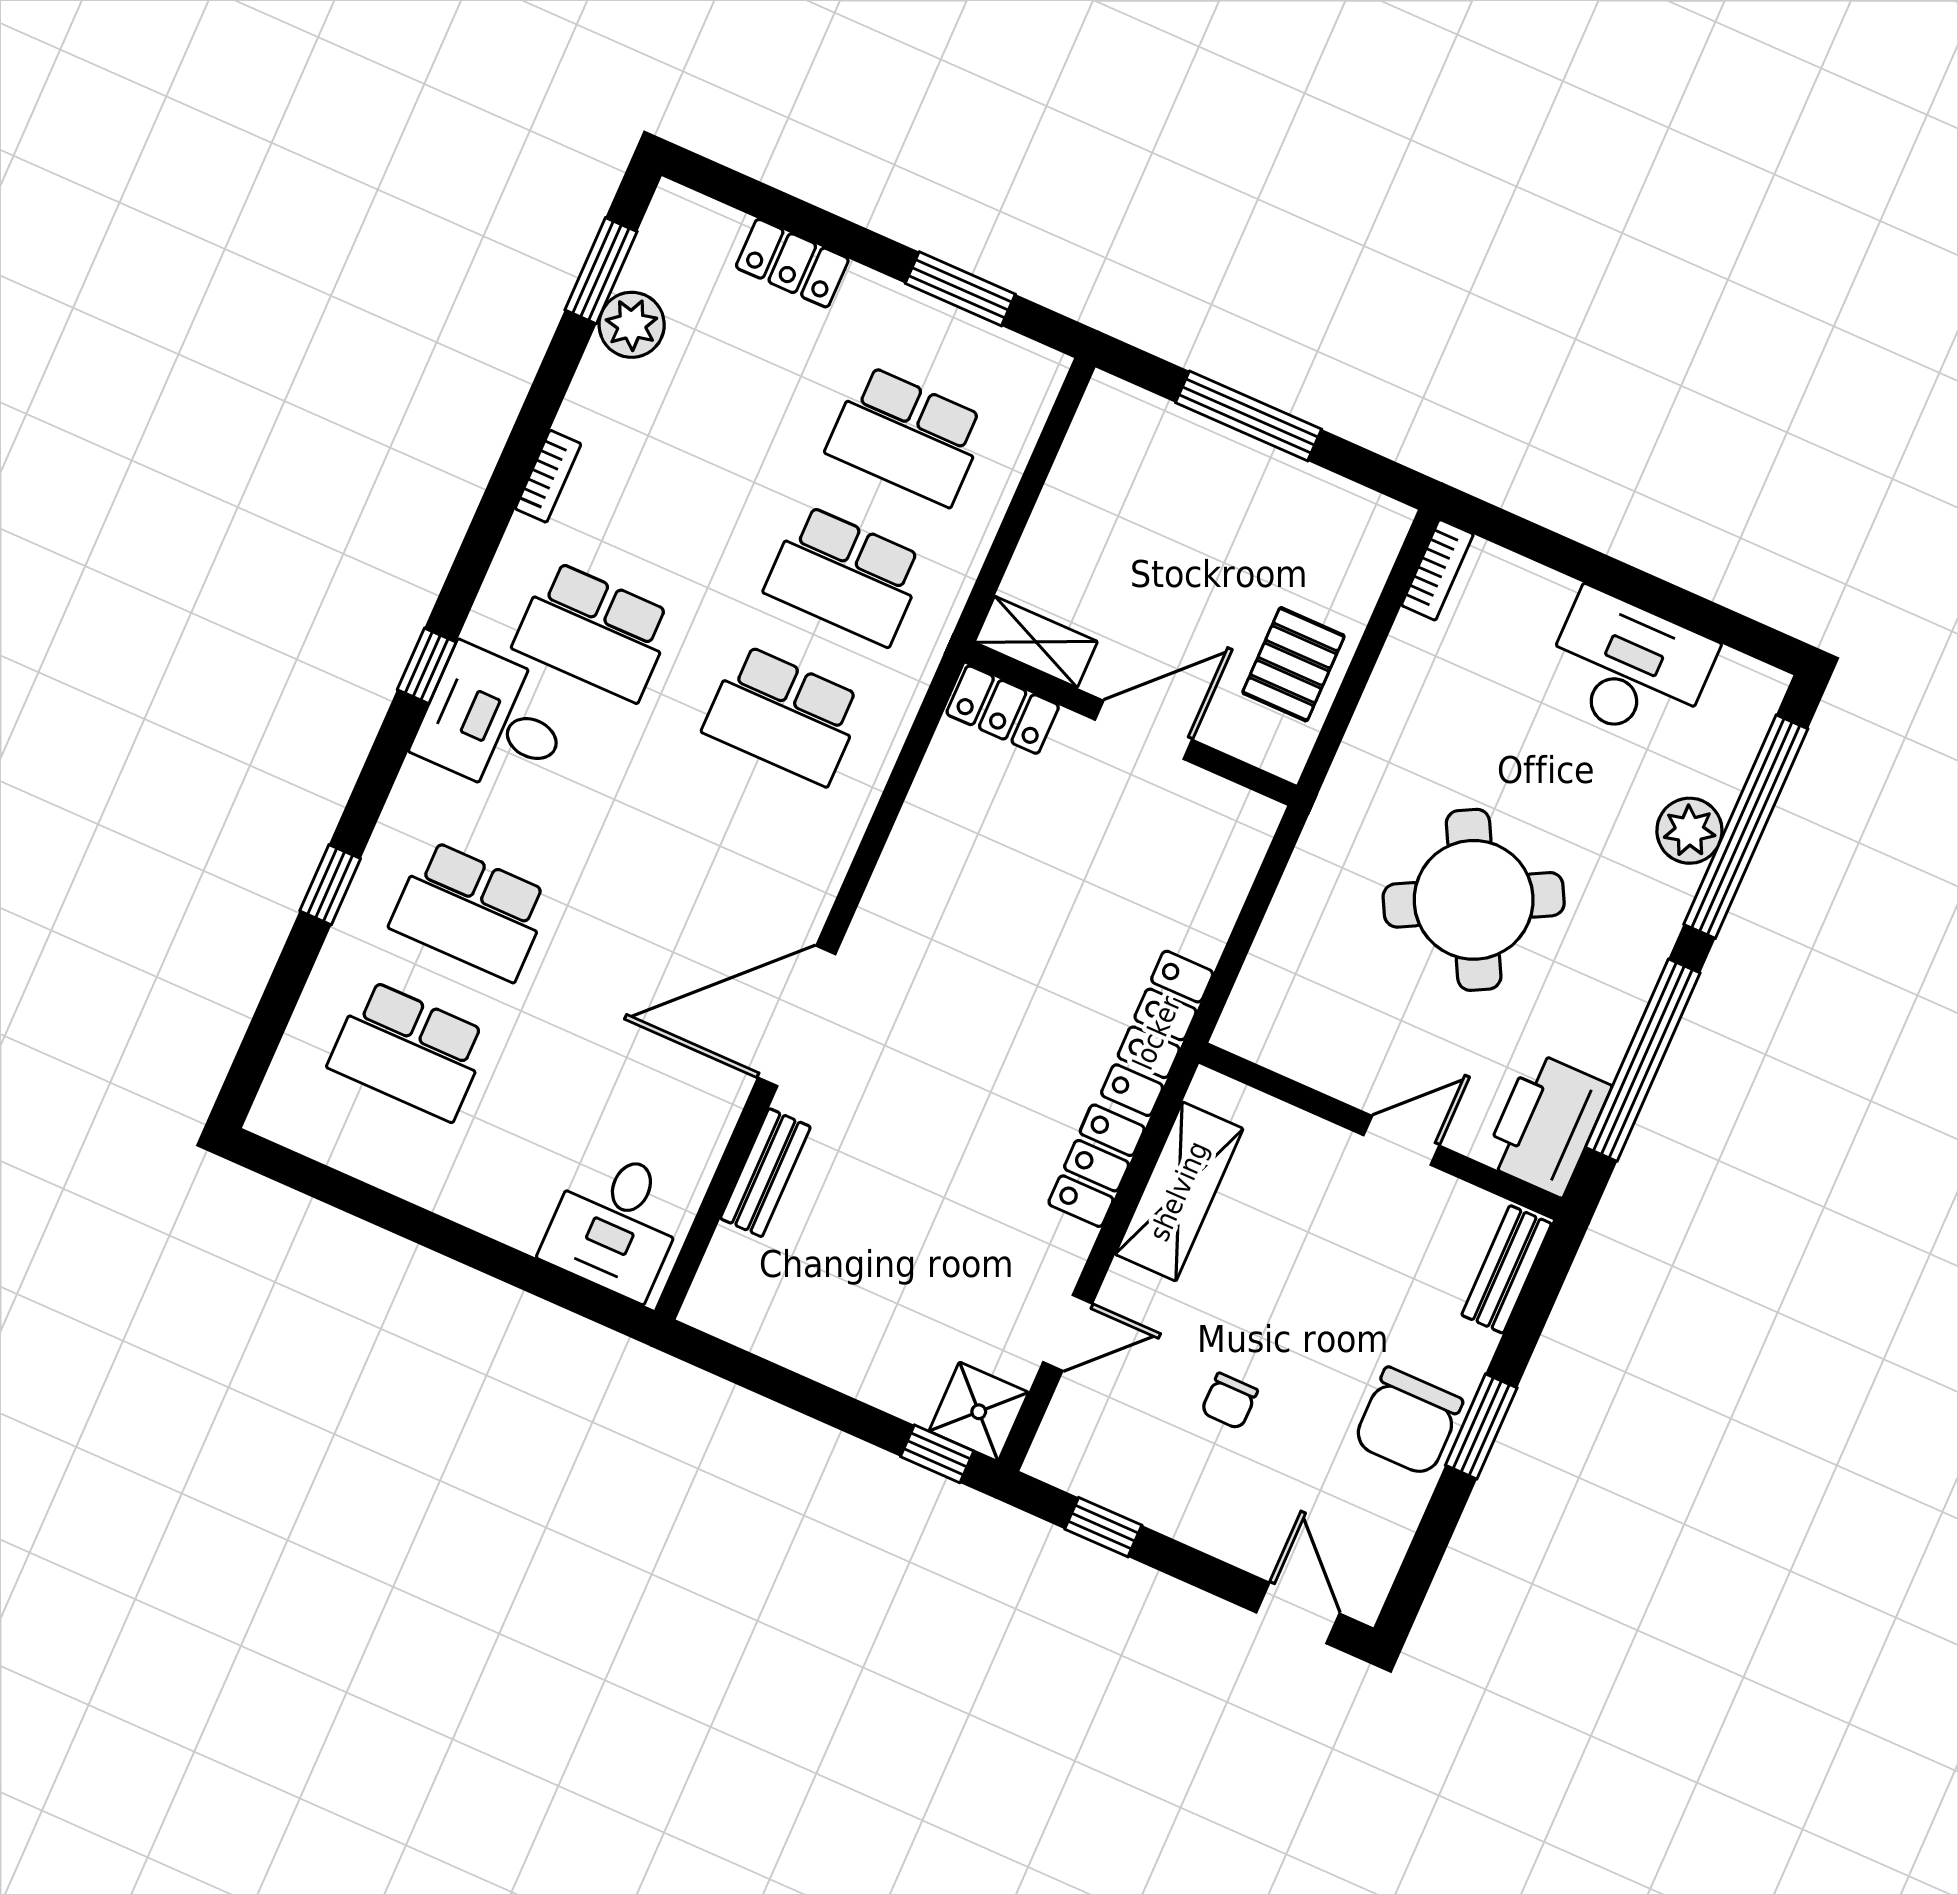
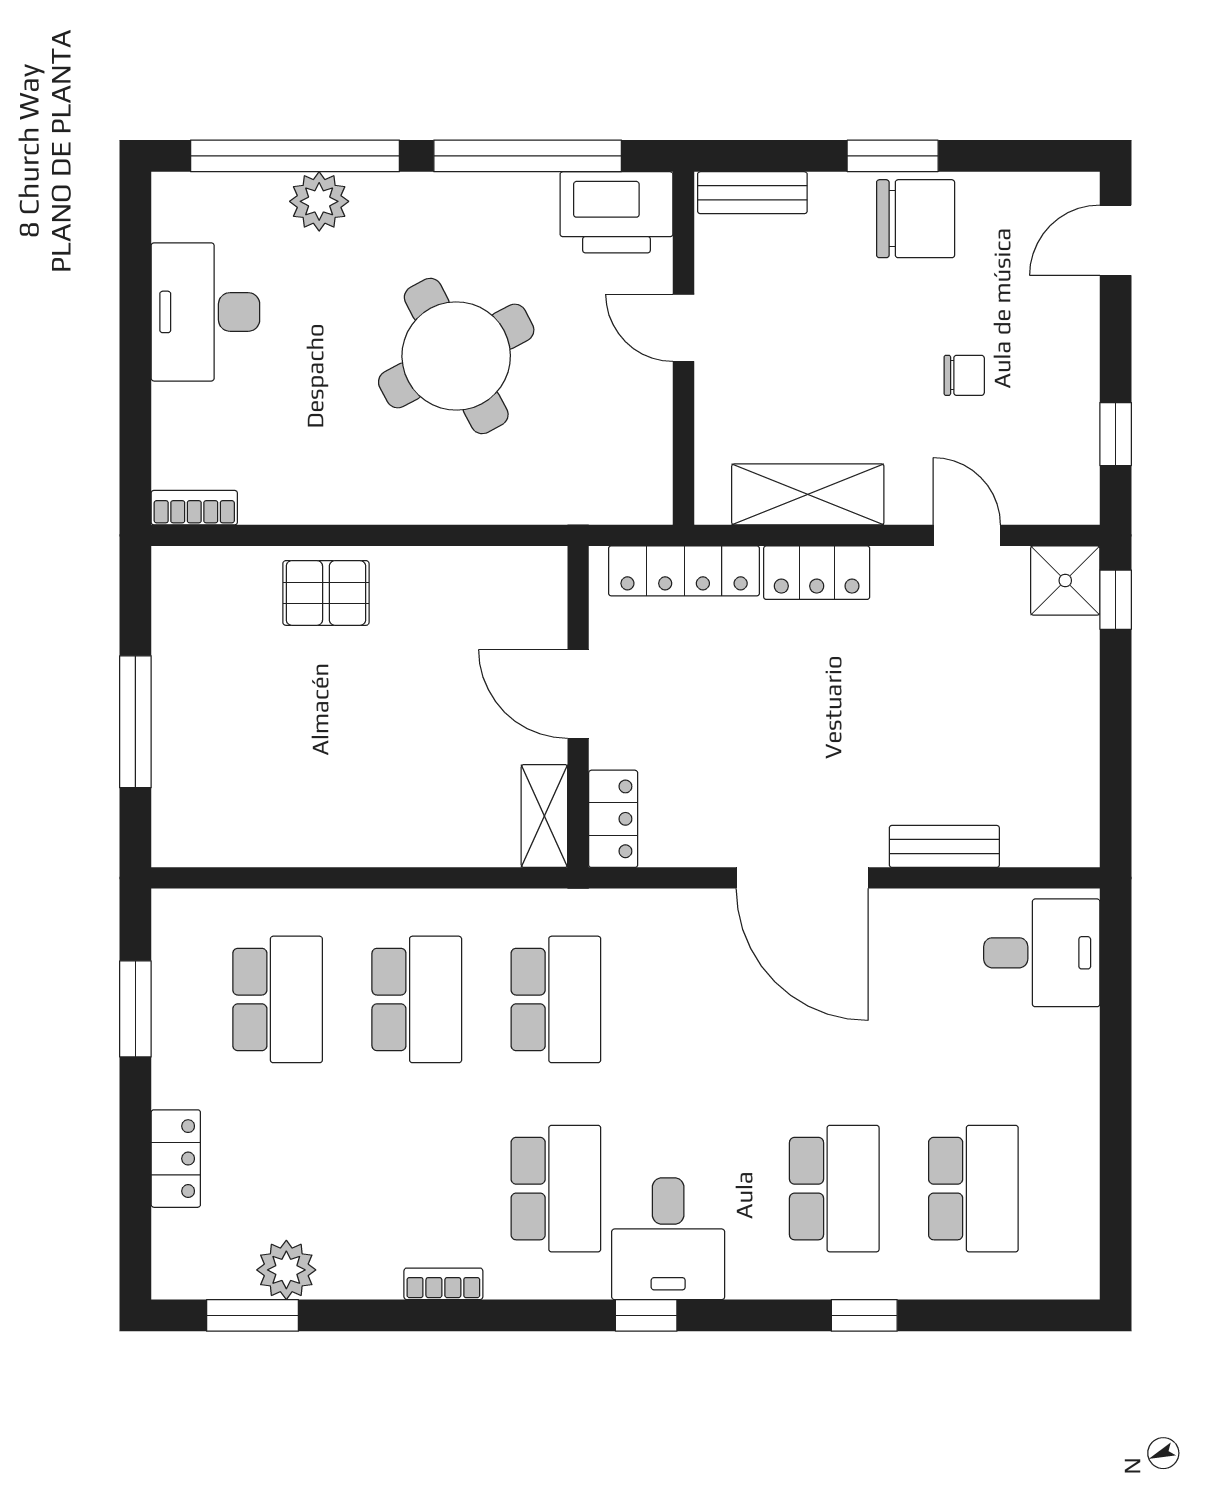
shelving: (1036, 642) -> (544, 816), moved
locker: (1003, 710) -> (613, 819), moved
wall: (1131, 724) -> (578, 707), moved
door: (1144, 730) -> (578, 694), moved

